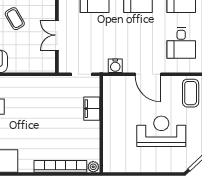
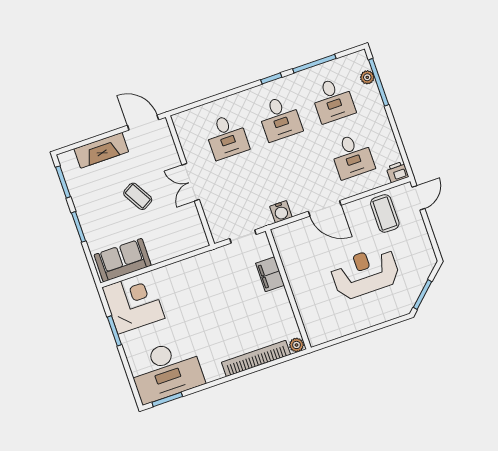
double door: (57, 35) -> (191, 182), moved

